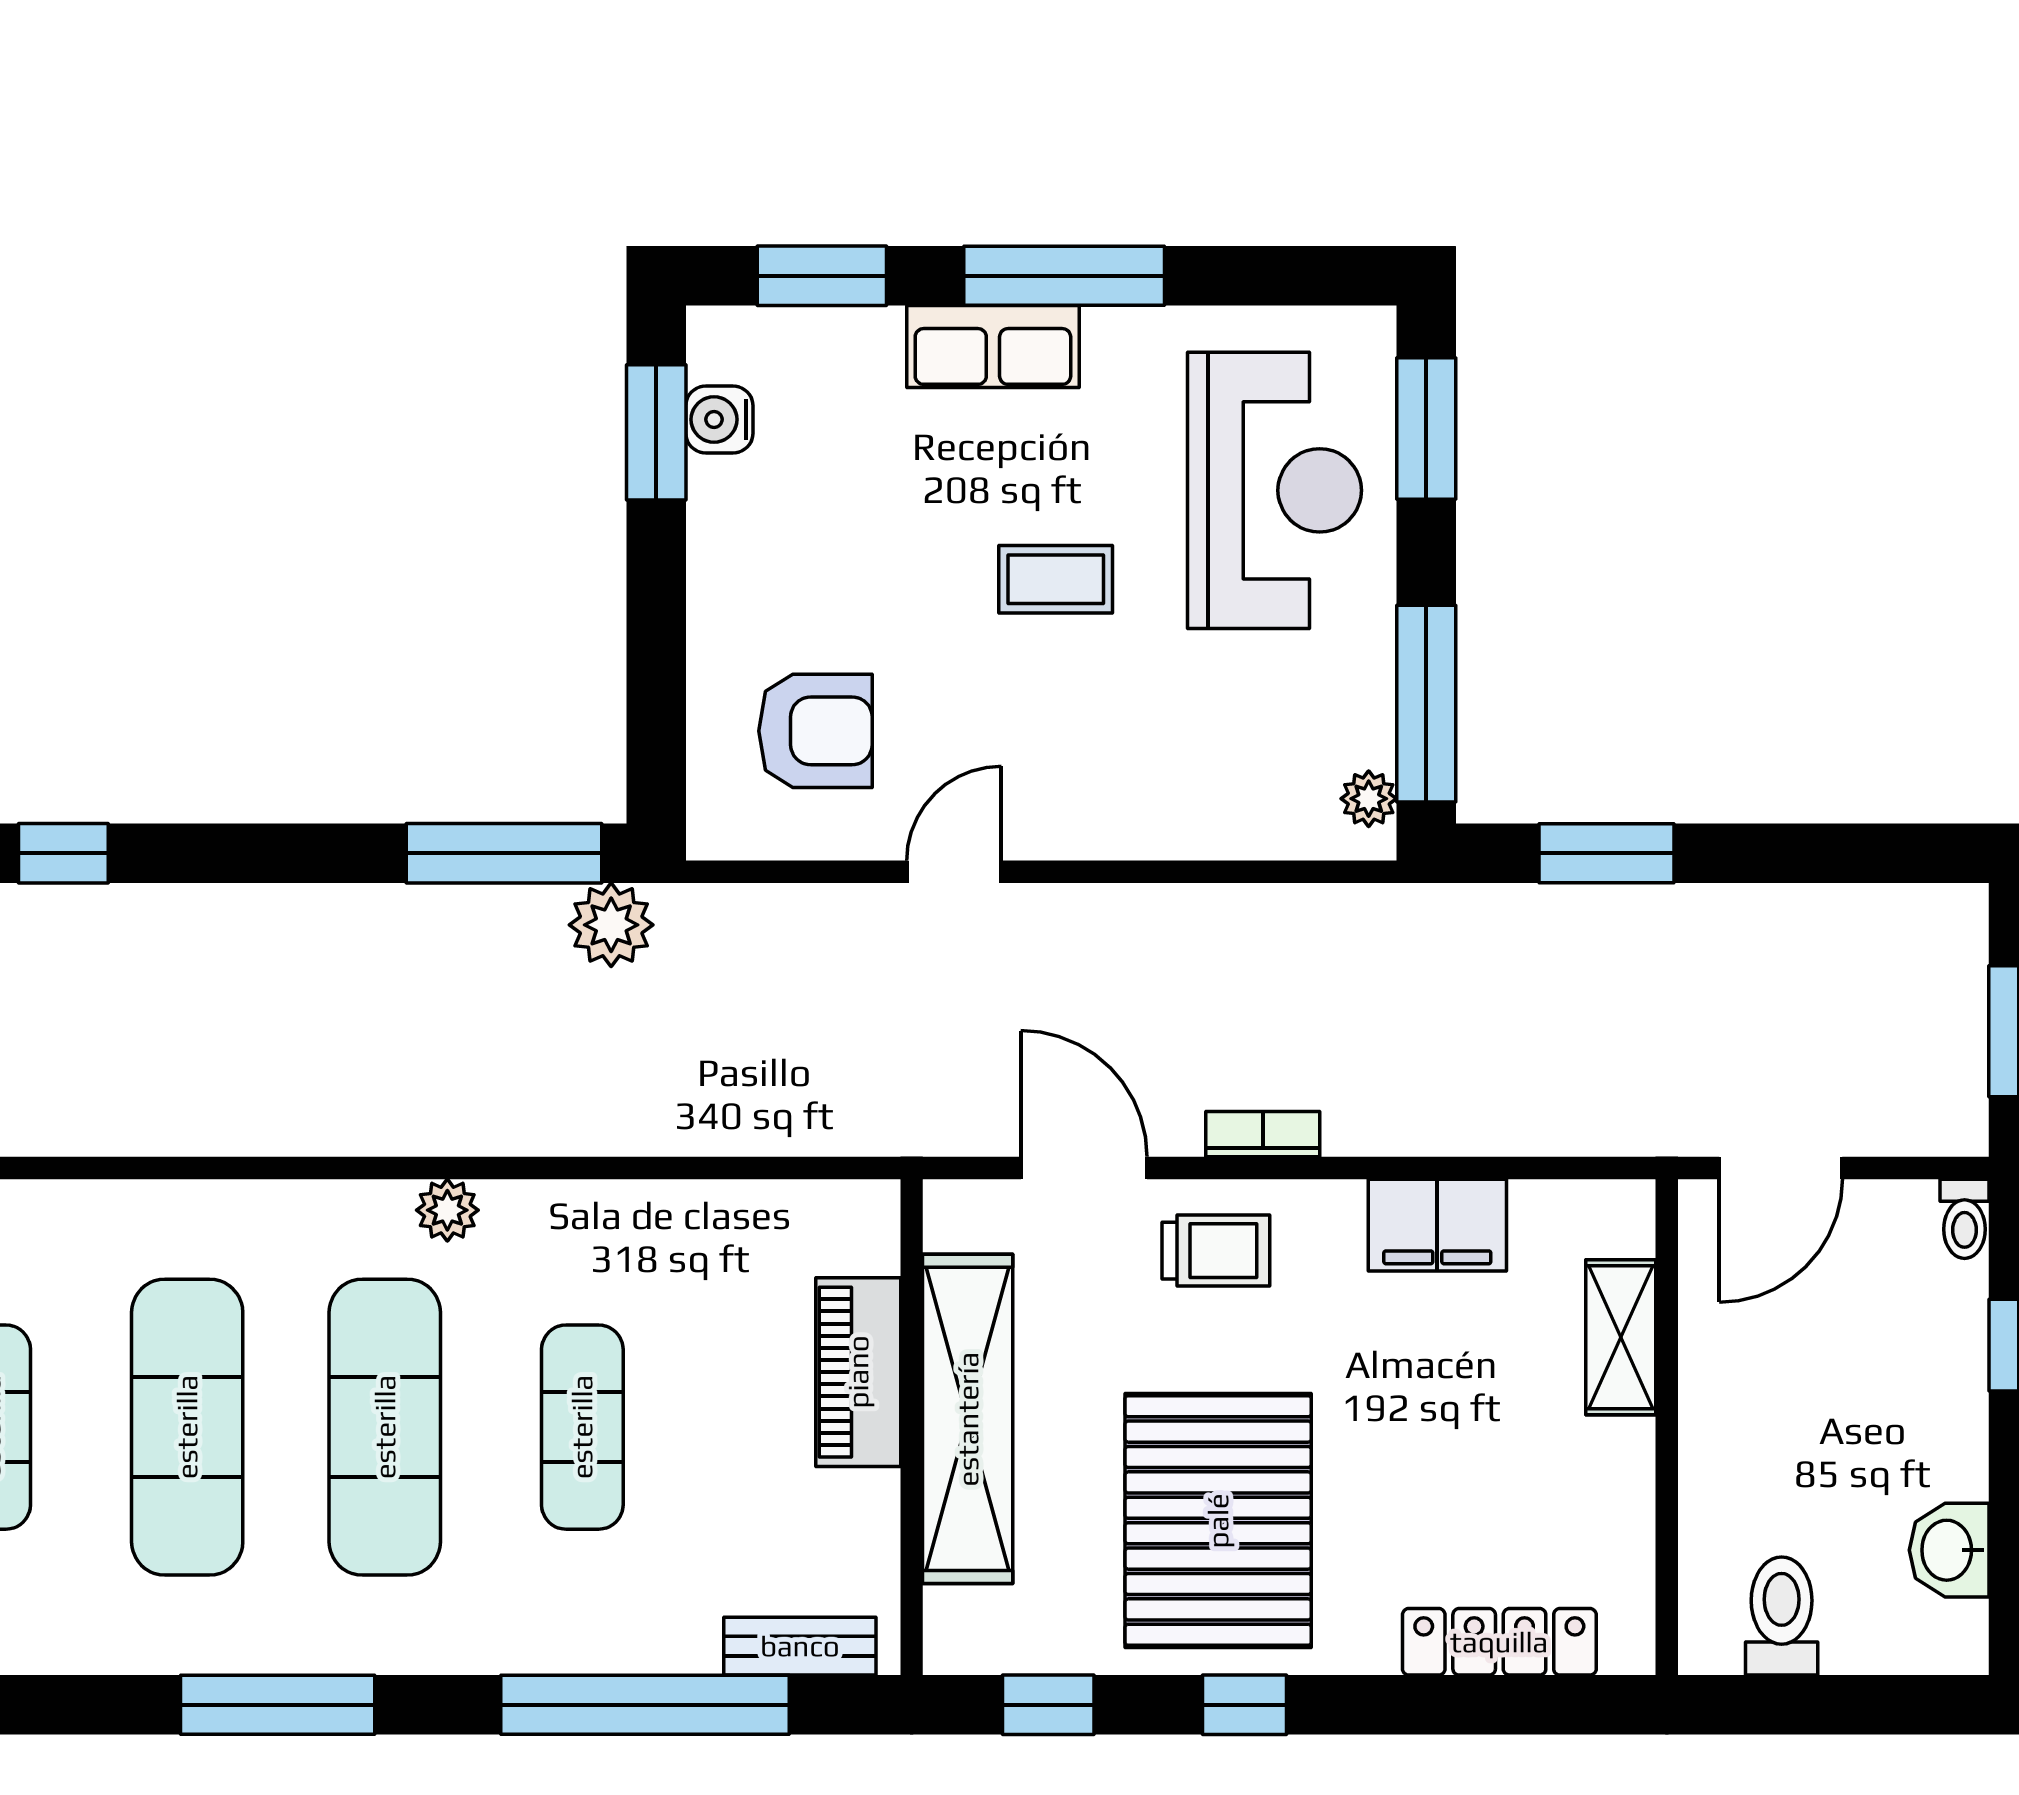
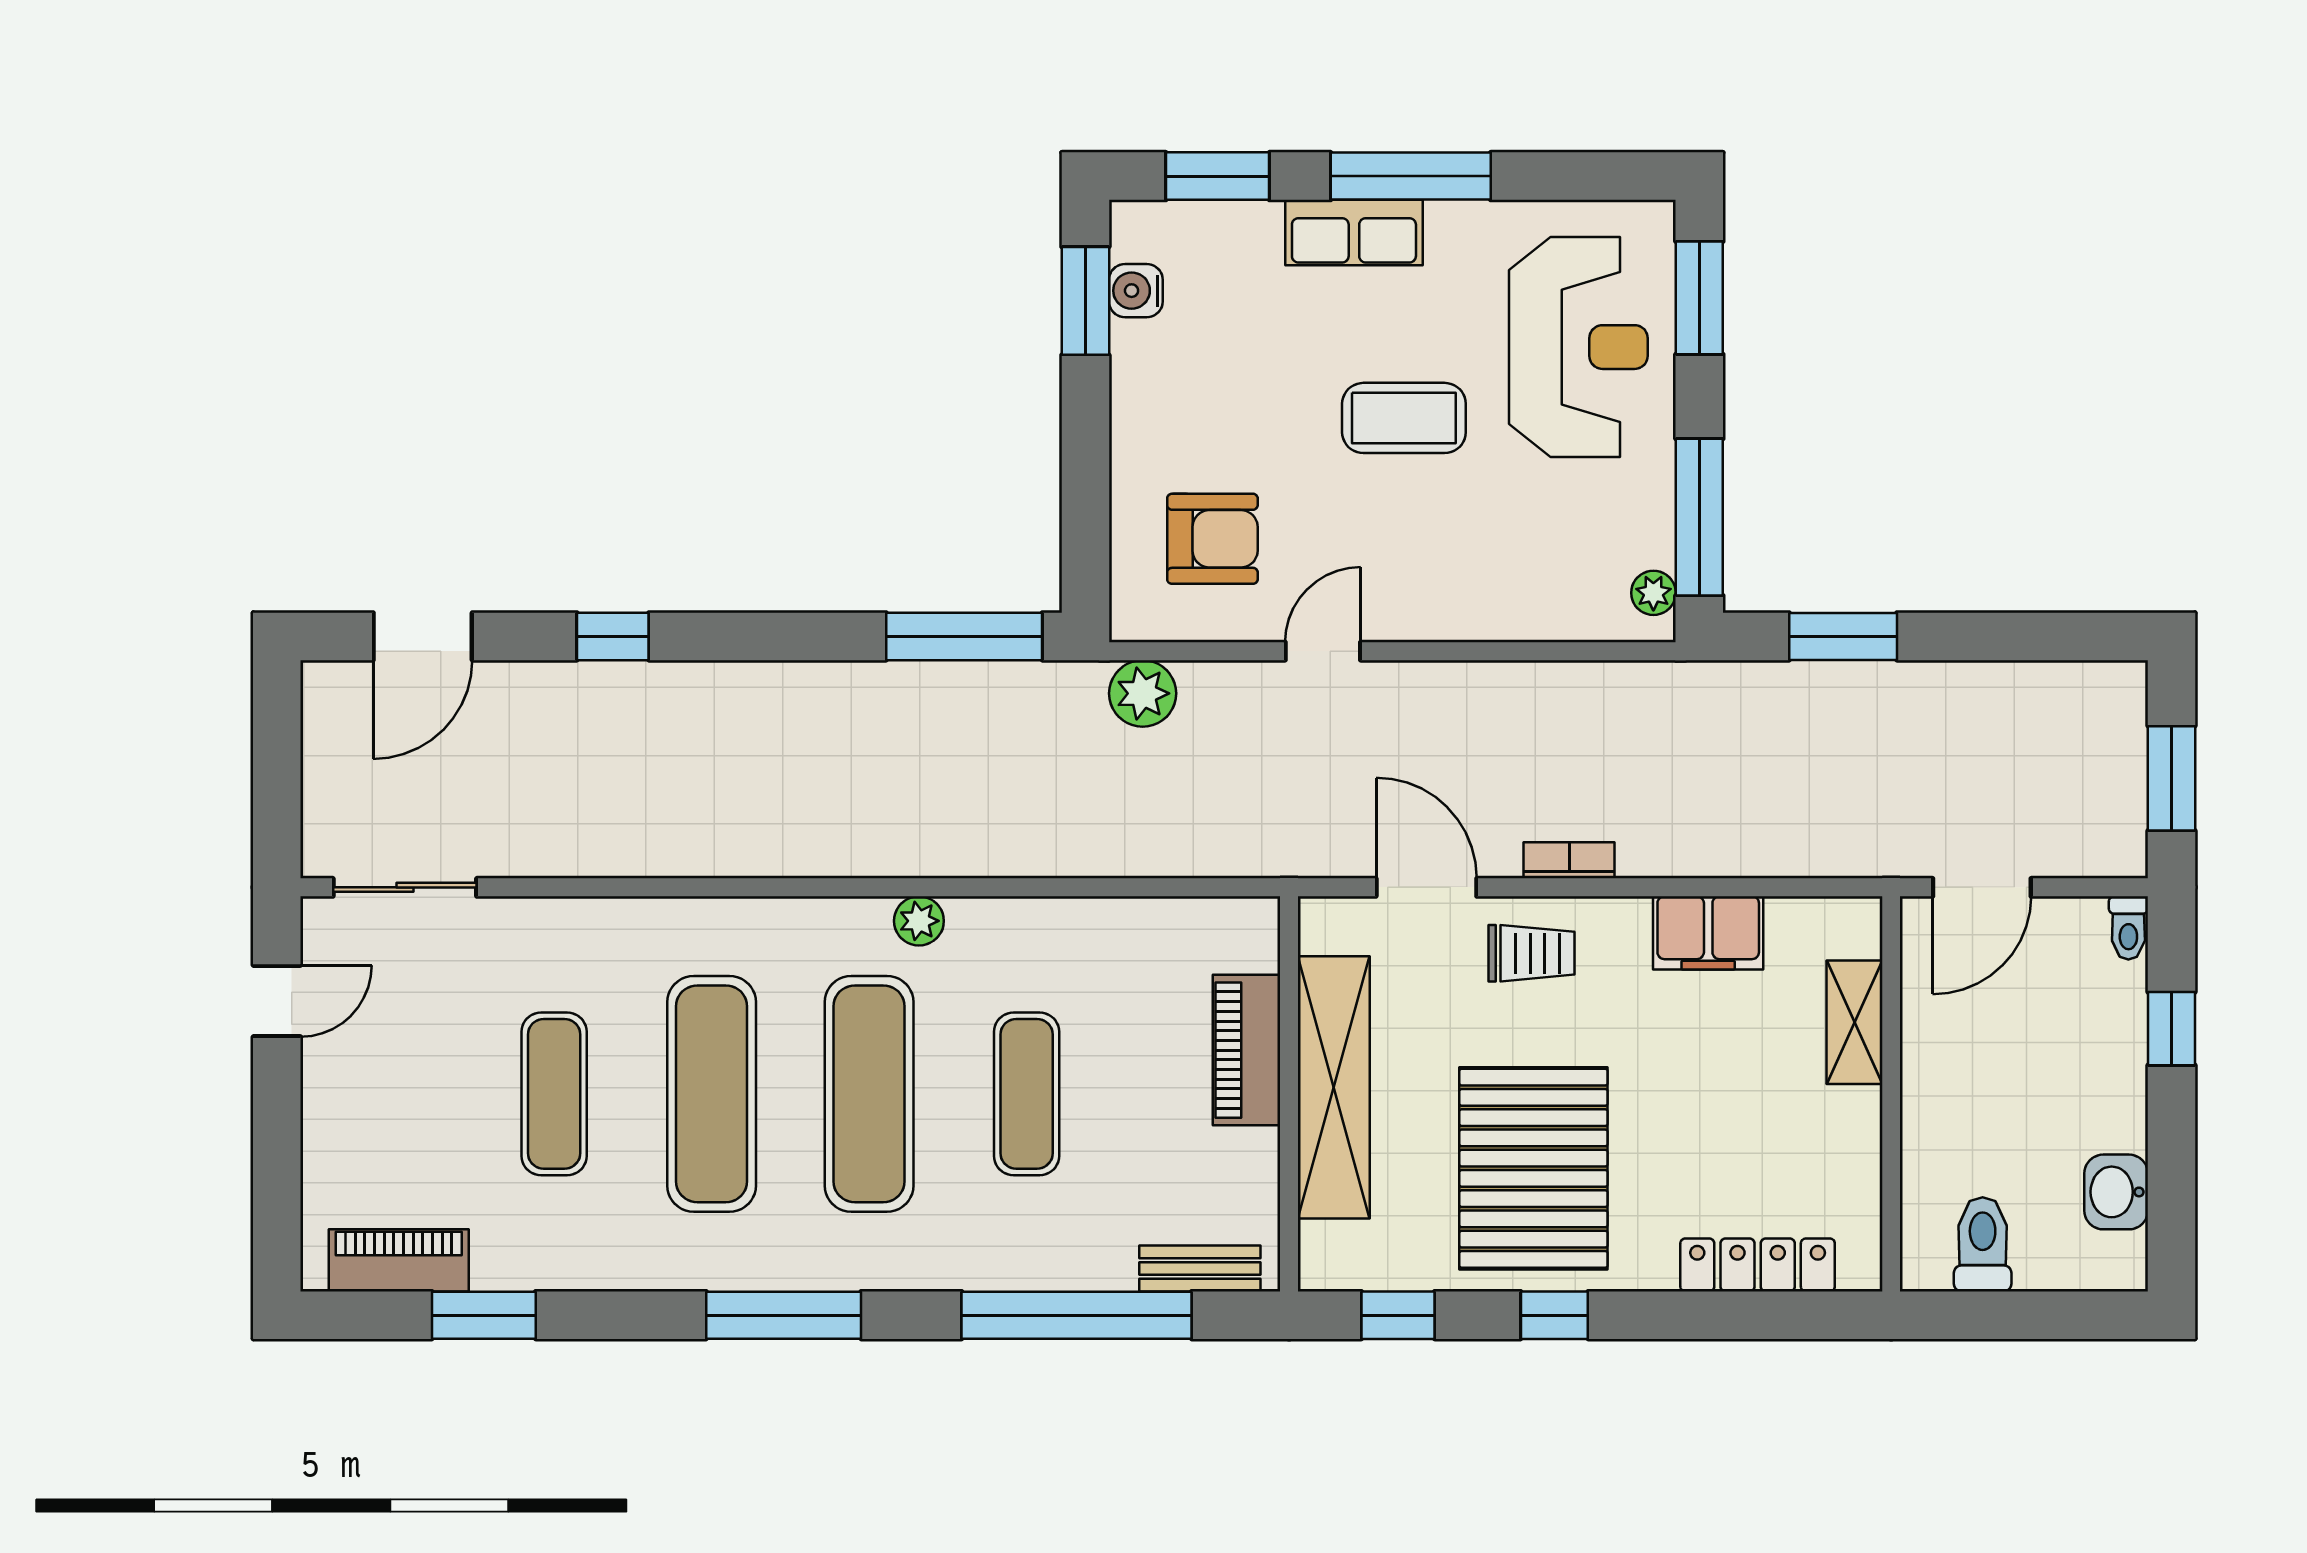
coffee table: (1056, 579) -> (1404, 418), width x1.36, depth x1.30
plant: (611, 925) -> (1143, 693), moved

